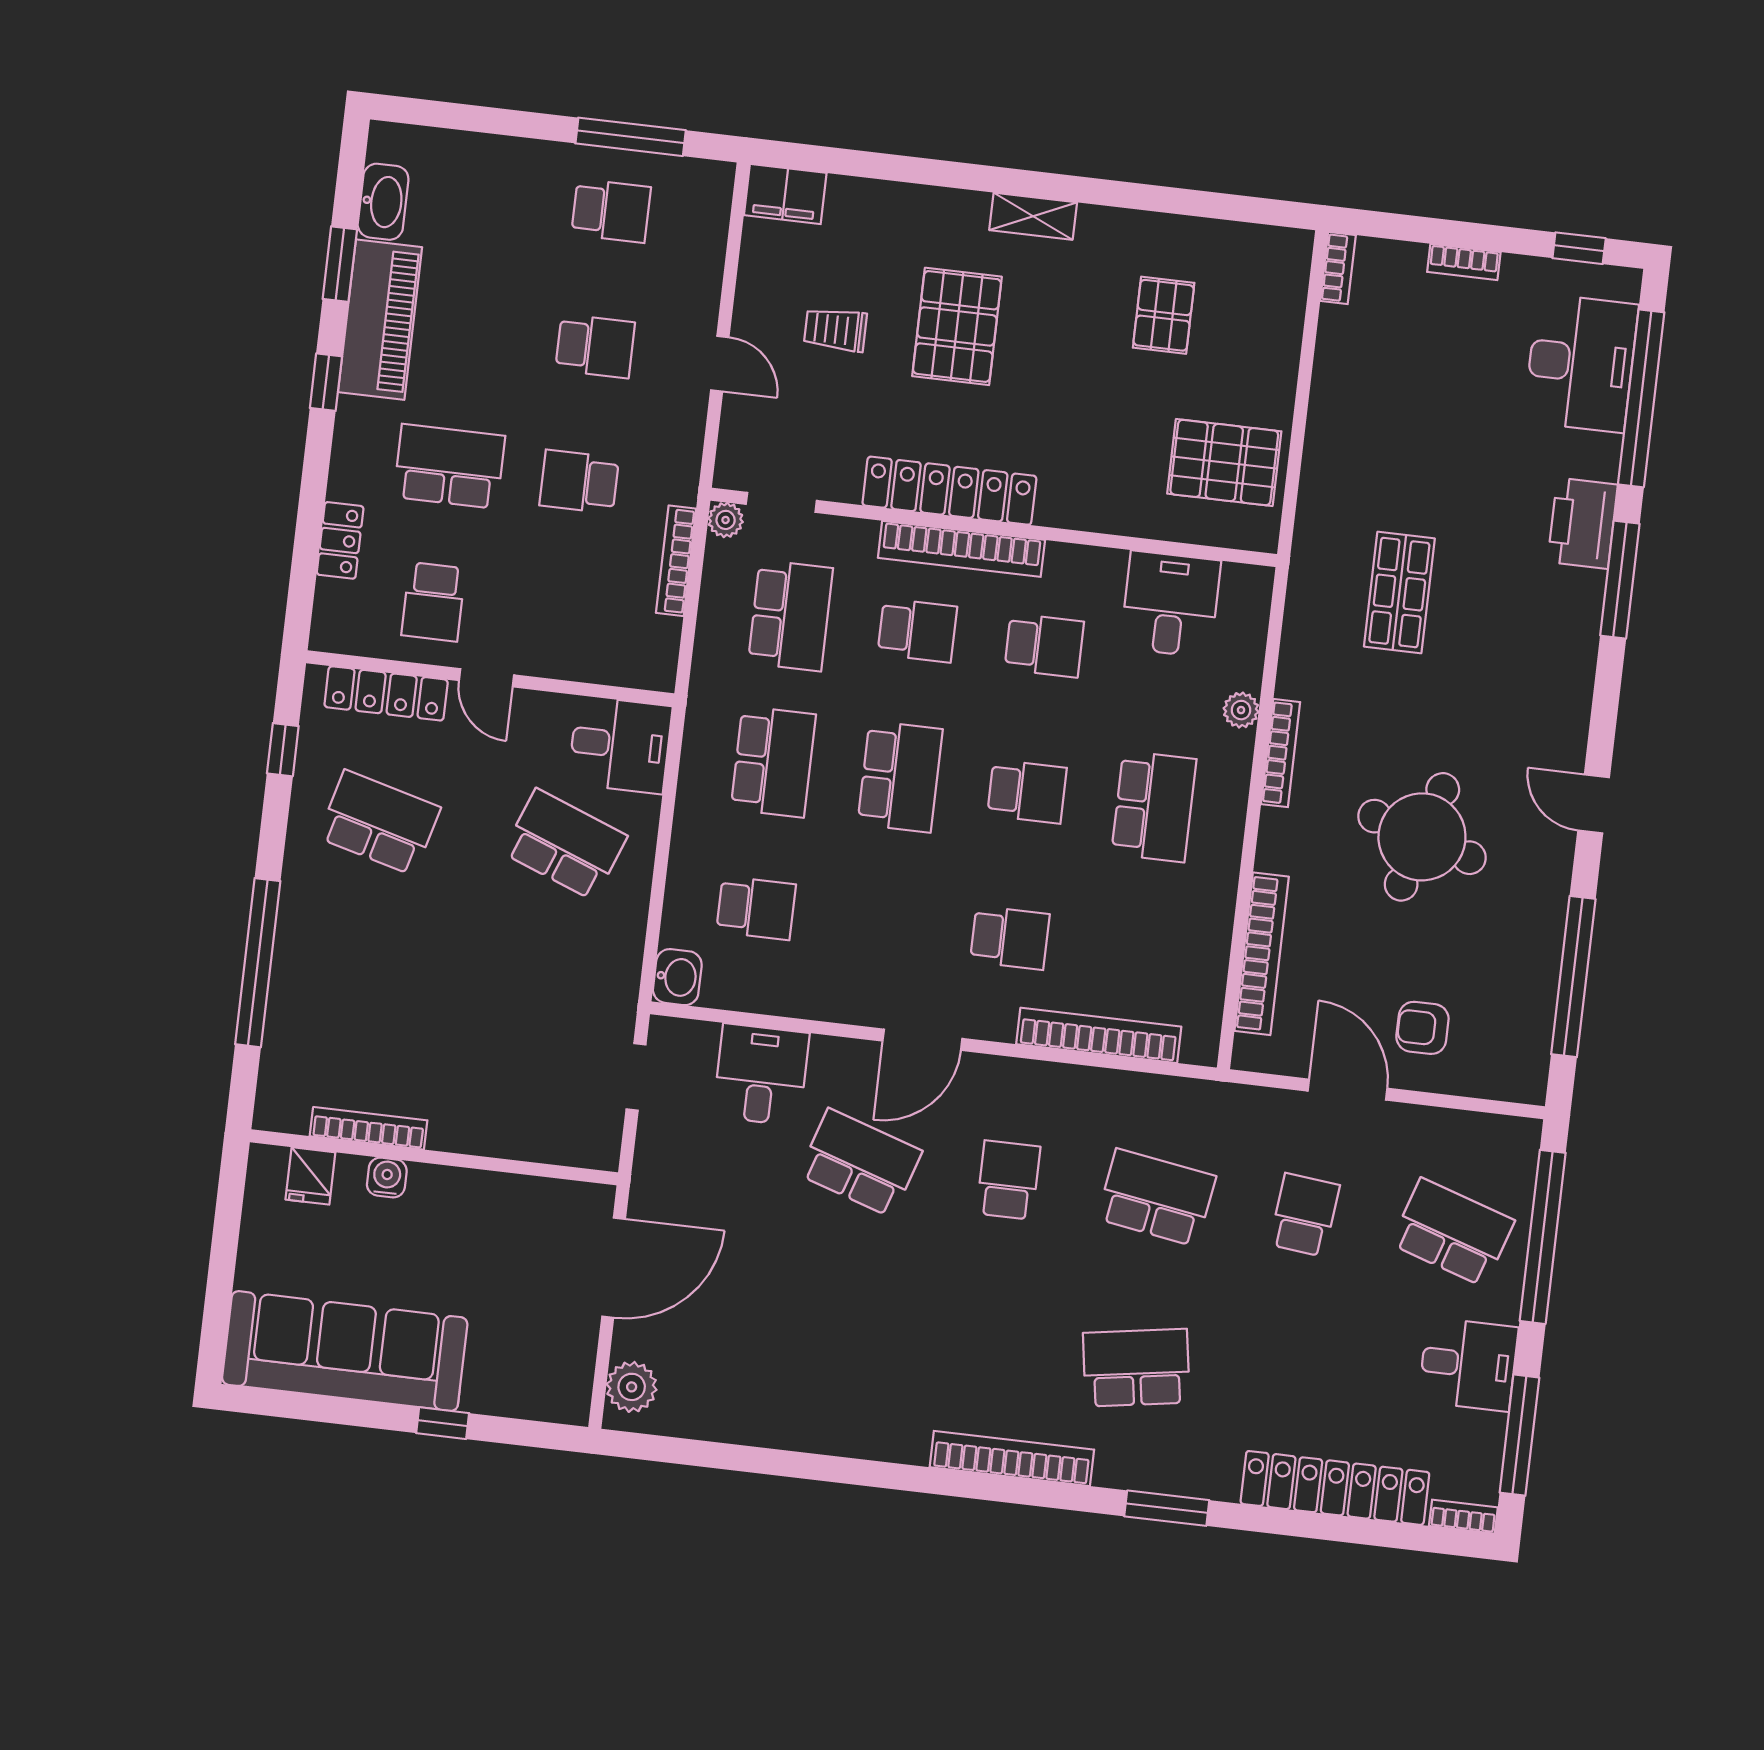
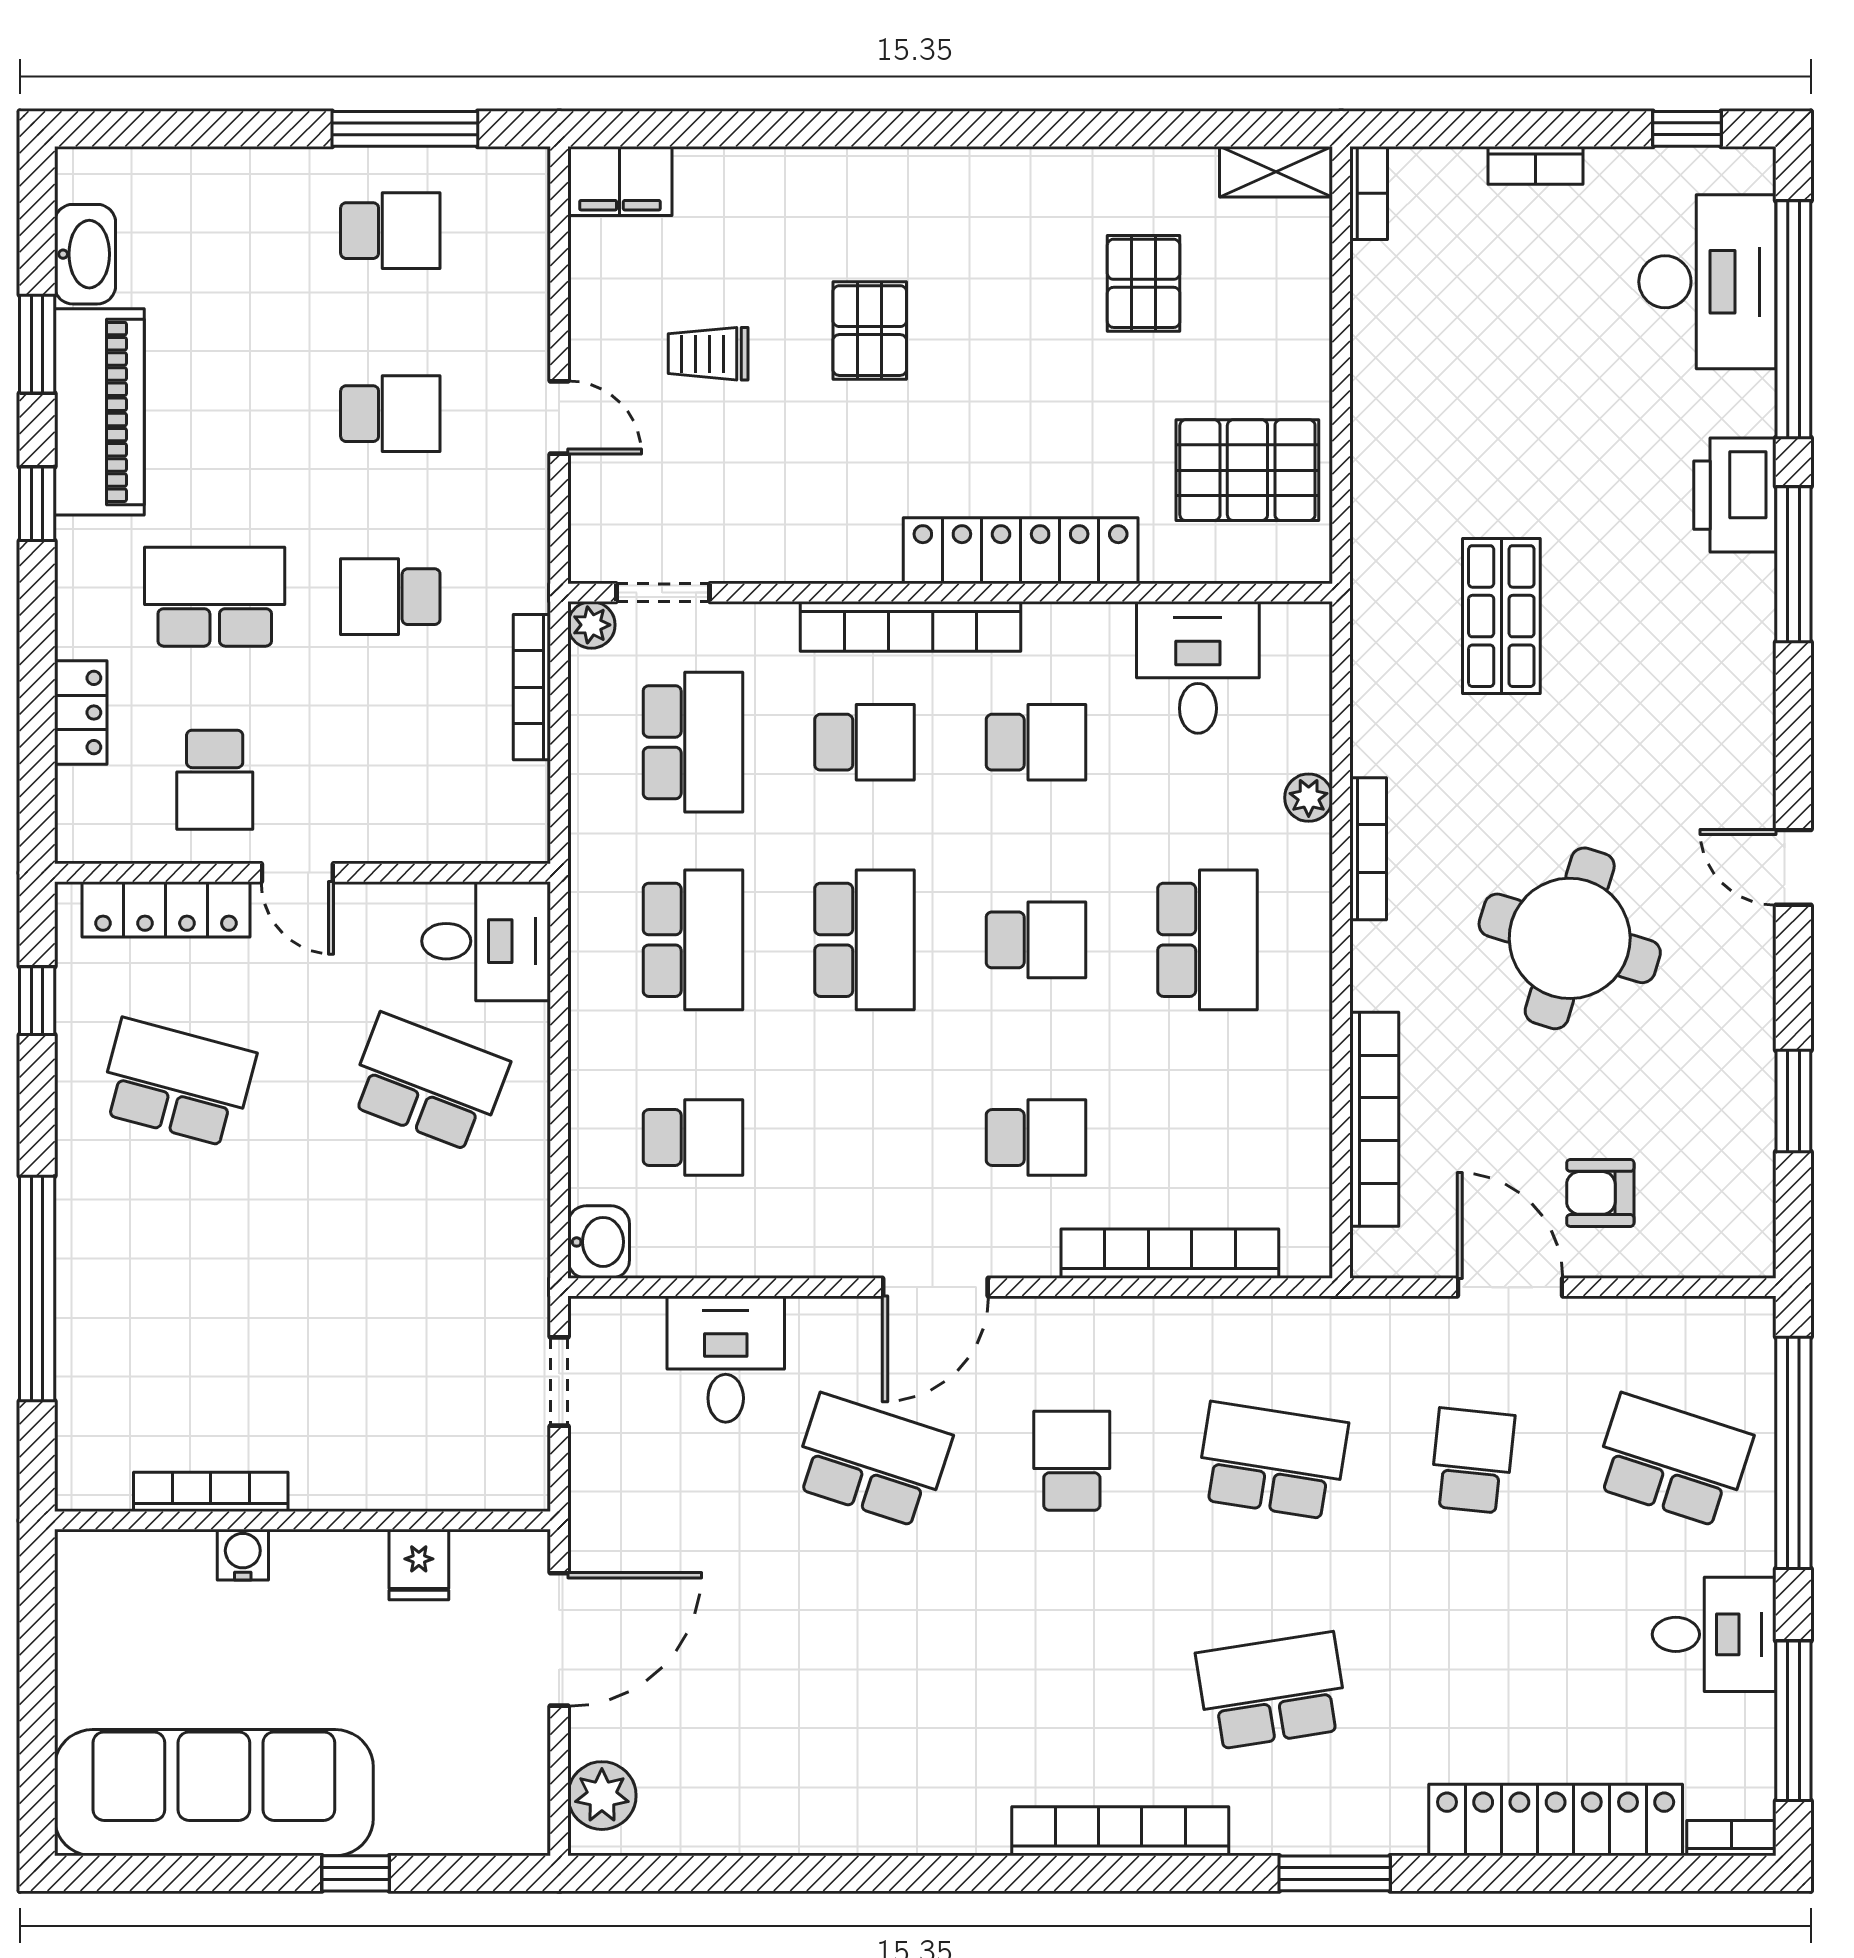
shelving: (1033, 216) -> (1276, 172), moved
pallet: (957, 326) -> (870, 331), width x0.67, depth x0.71
locker: (949, 491) -> (1021, 551), moved
window: (1573, 977) -> (1793, 1101), width x0.47
fridge: (310, 1176) -> (419, 1565), moved

